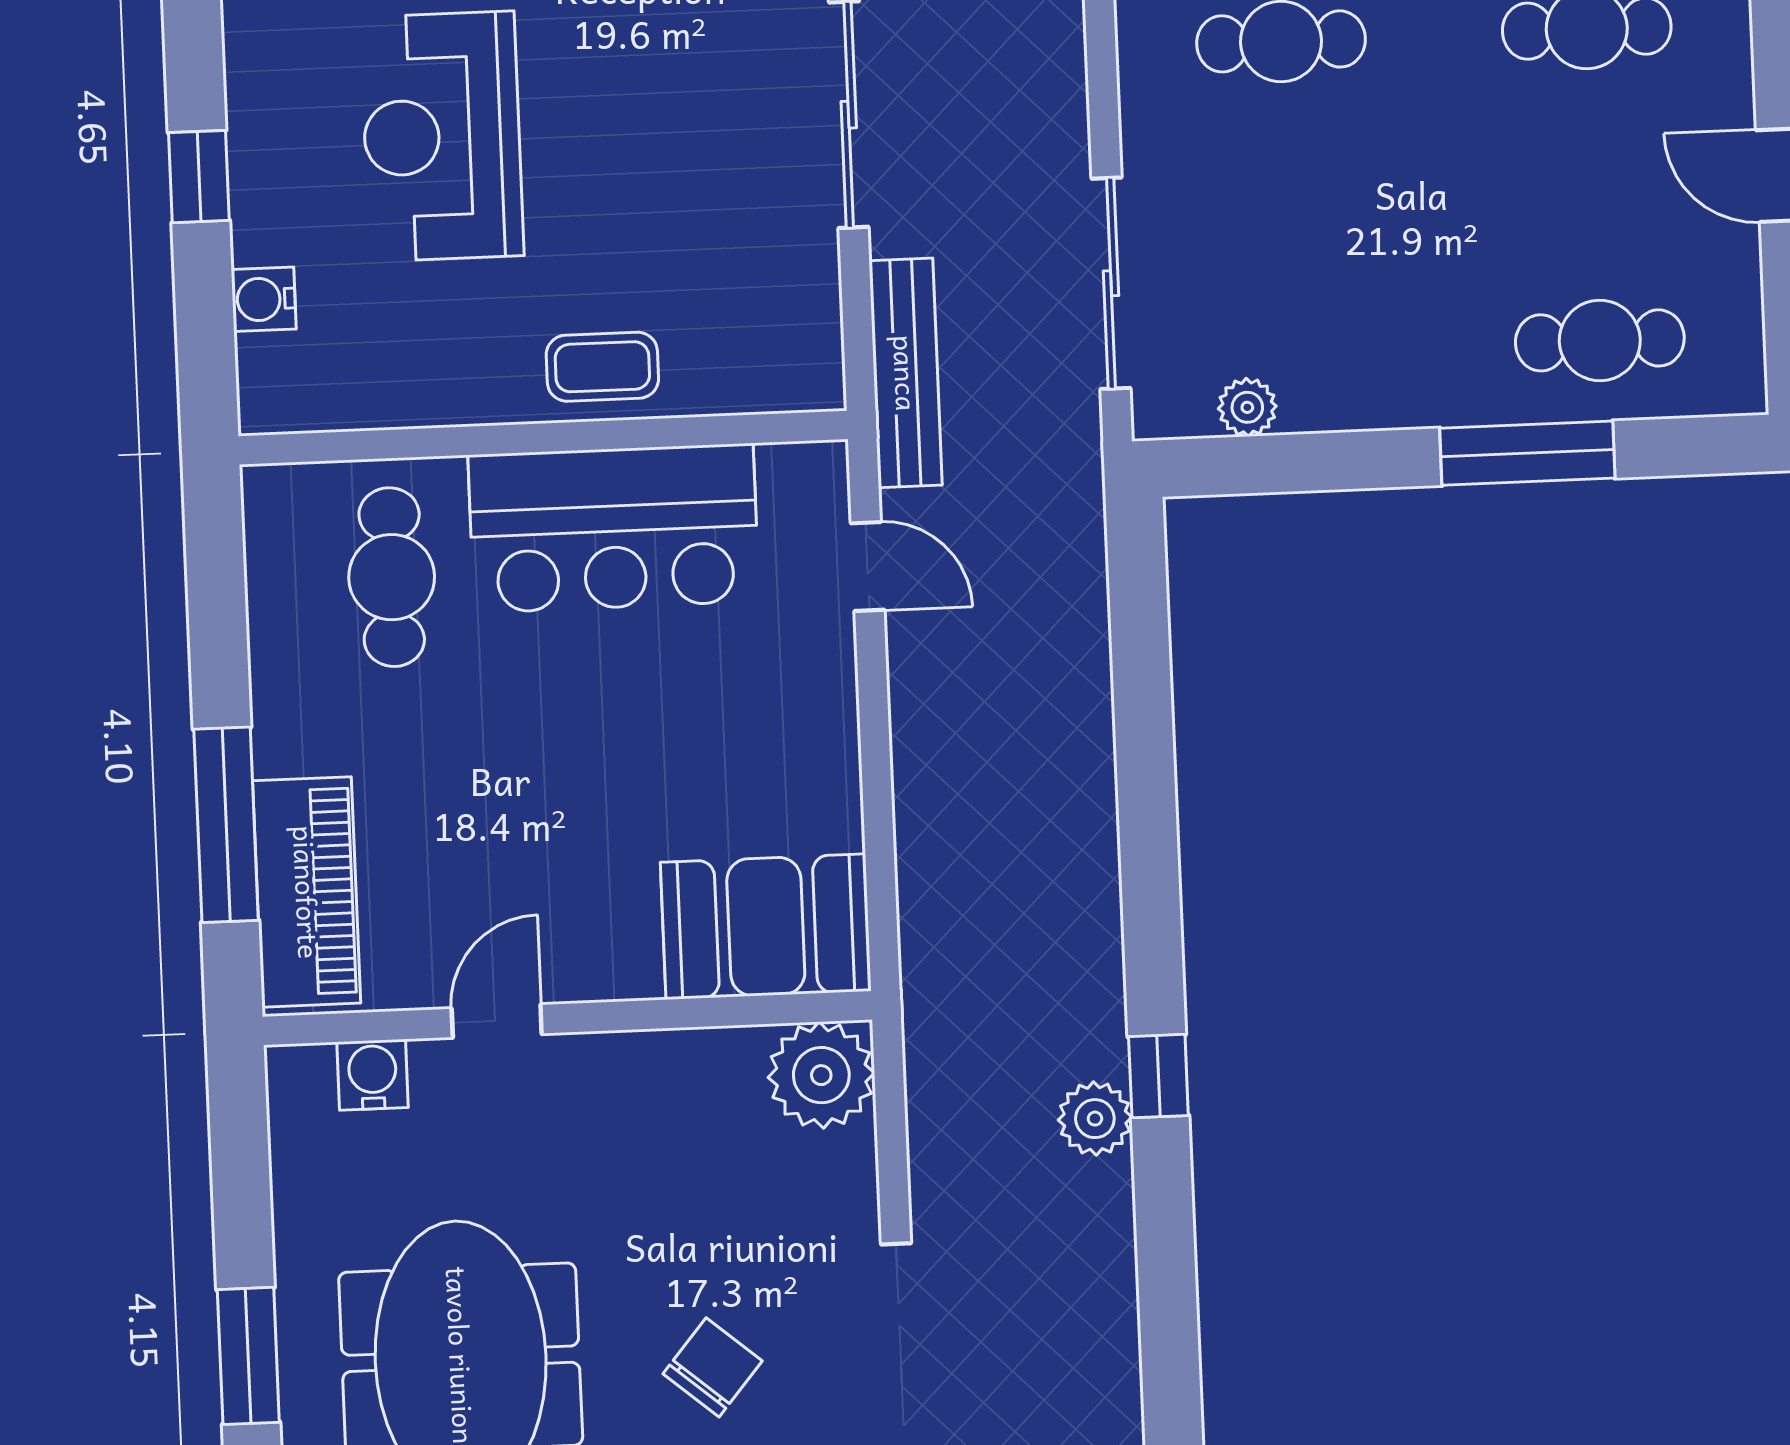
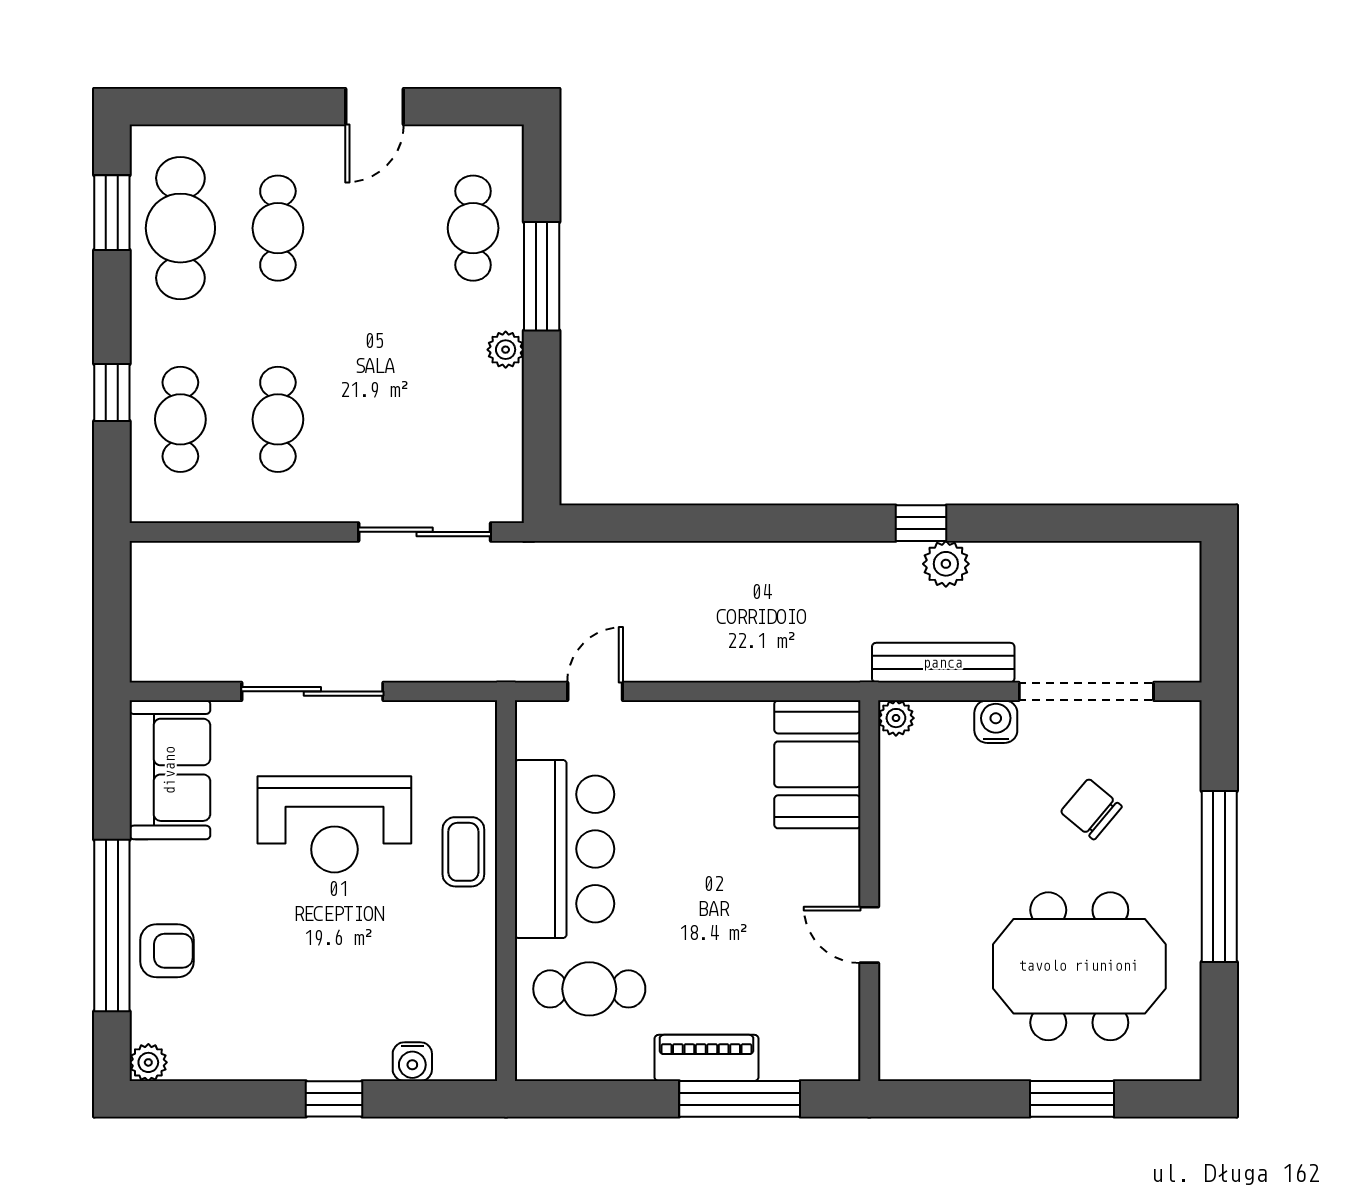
reception desk: (442, 136) -> (334, 824), moved
bench: (906, 373) -> (943, 663), moved
plant: (1247, 407) -> (506, 350), moved
piano: (307, 892) -> (706, 1058), moved, width x0.73, depth x0.75
water cooler: (373, 1075) -> (996, 722), moved, turned 90
plant: (821, 1075) -> (896, 718), width x0.53, depth x0.53

